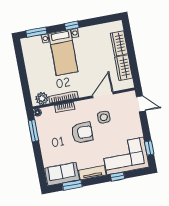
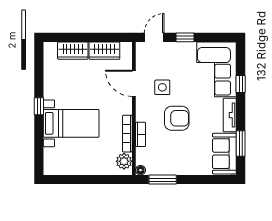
window: (36, 32) -> (39, 152), removed
armchair: (82, 133) -> (177, 118), turned 90
window: (149, 148) -> (185, 37), moved

